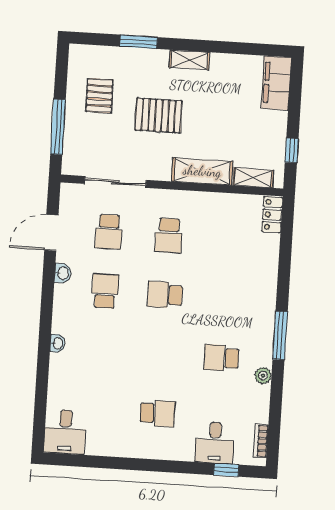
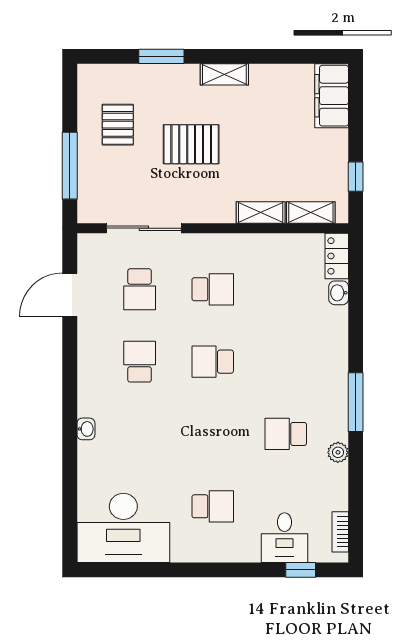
shelving: (202, 171) -> (261, 212), width x0.67, depth x0.75
school desk: (169, 235) -> (213, 289), turned -90
washbasin: (63, 273) -> (339, 293), moved, turned 180
desk: (65, 432) -> (123, 528), width x1.87, depth x1.30

